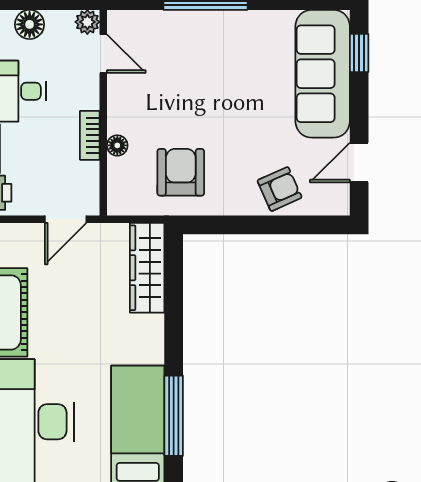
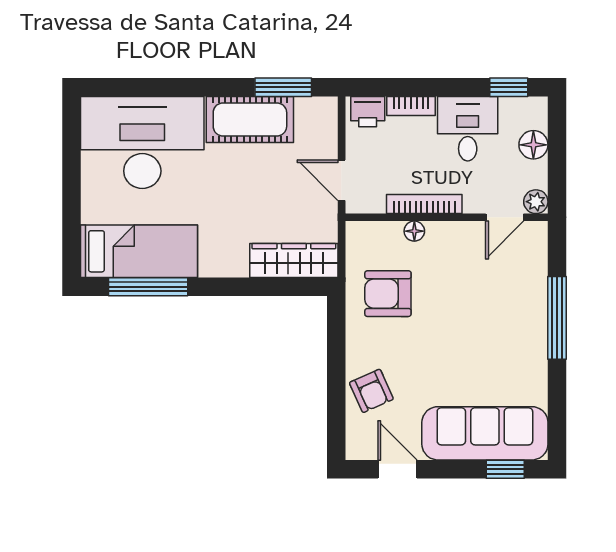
bookcase: (90, 135) -> (424, 204), width x1.56
armchair: (181, 172) -> (388, 294), turned 180

